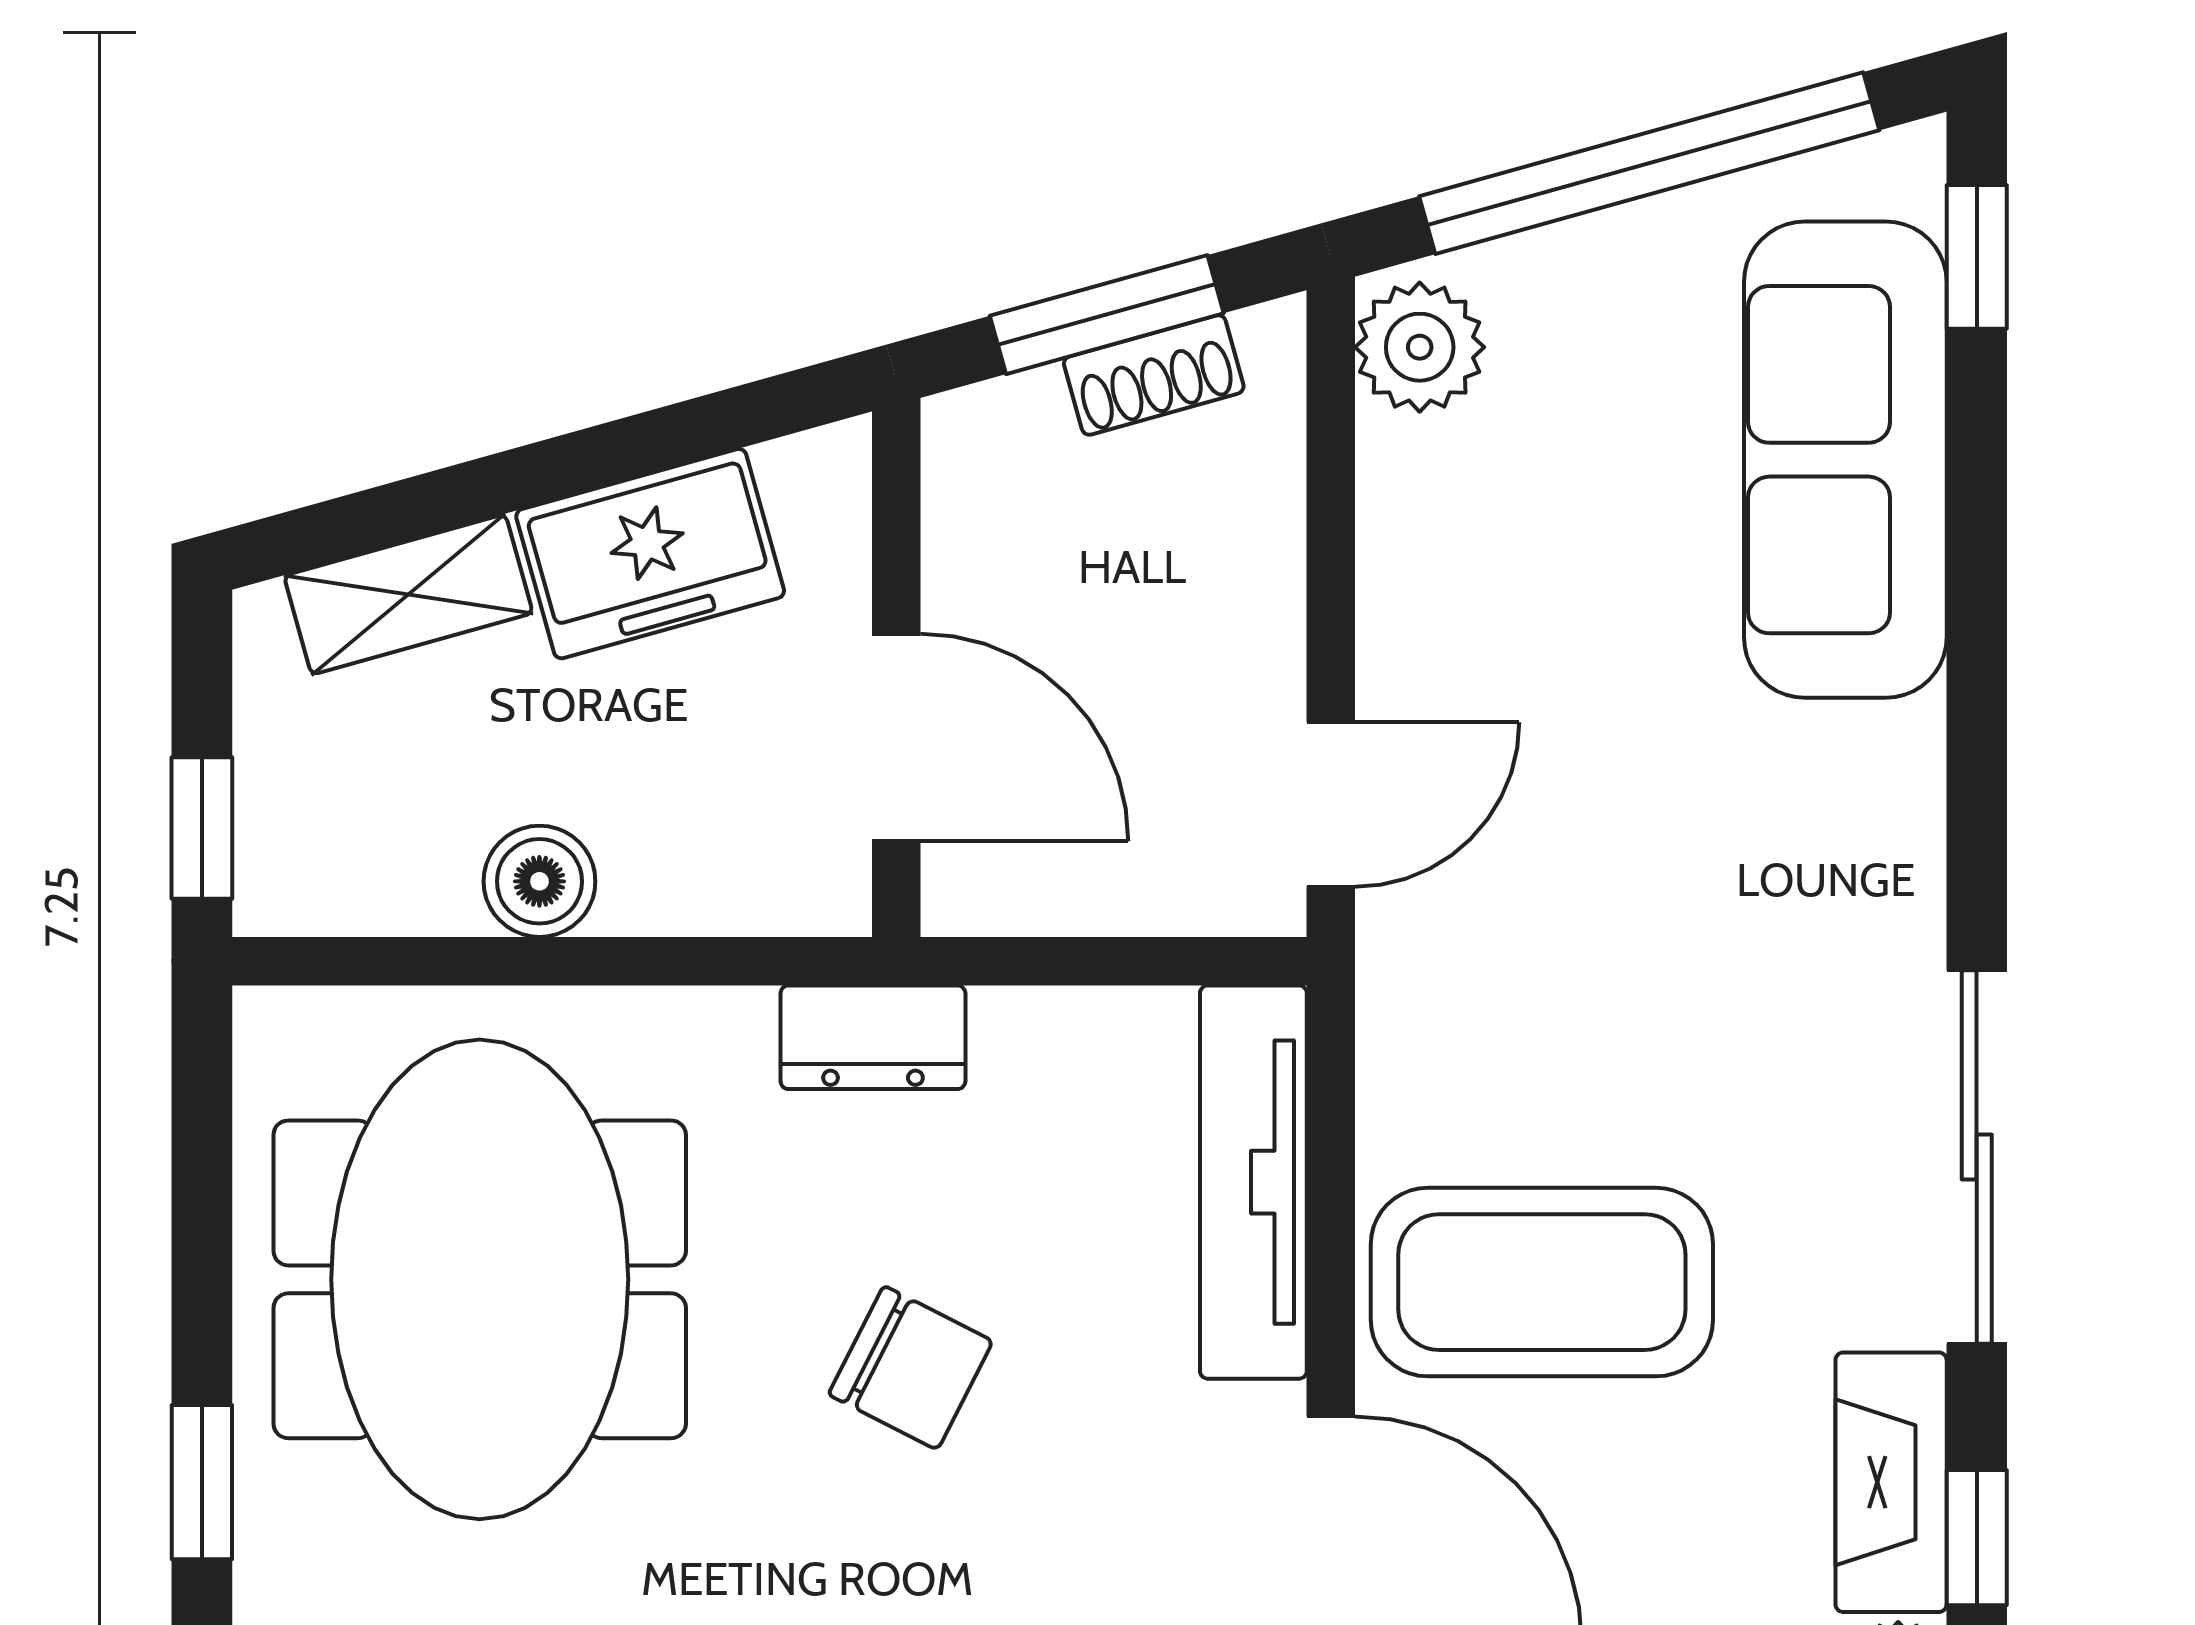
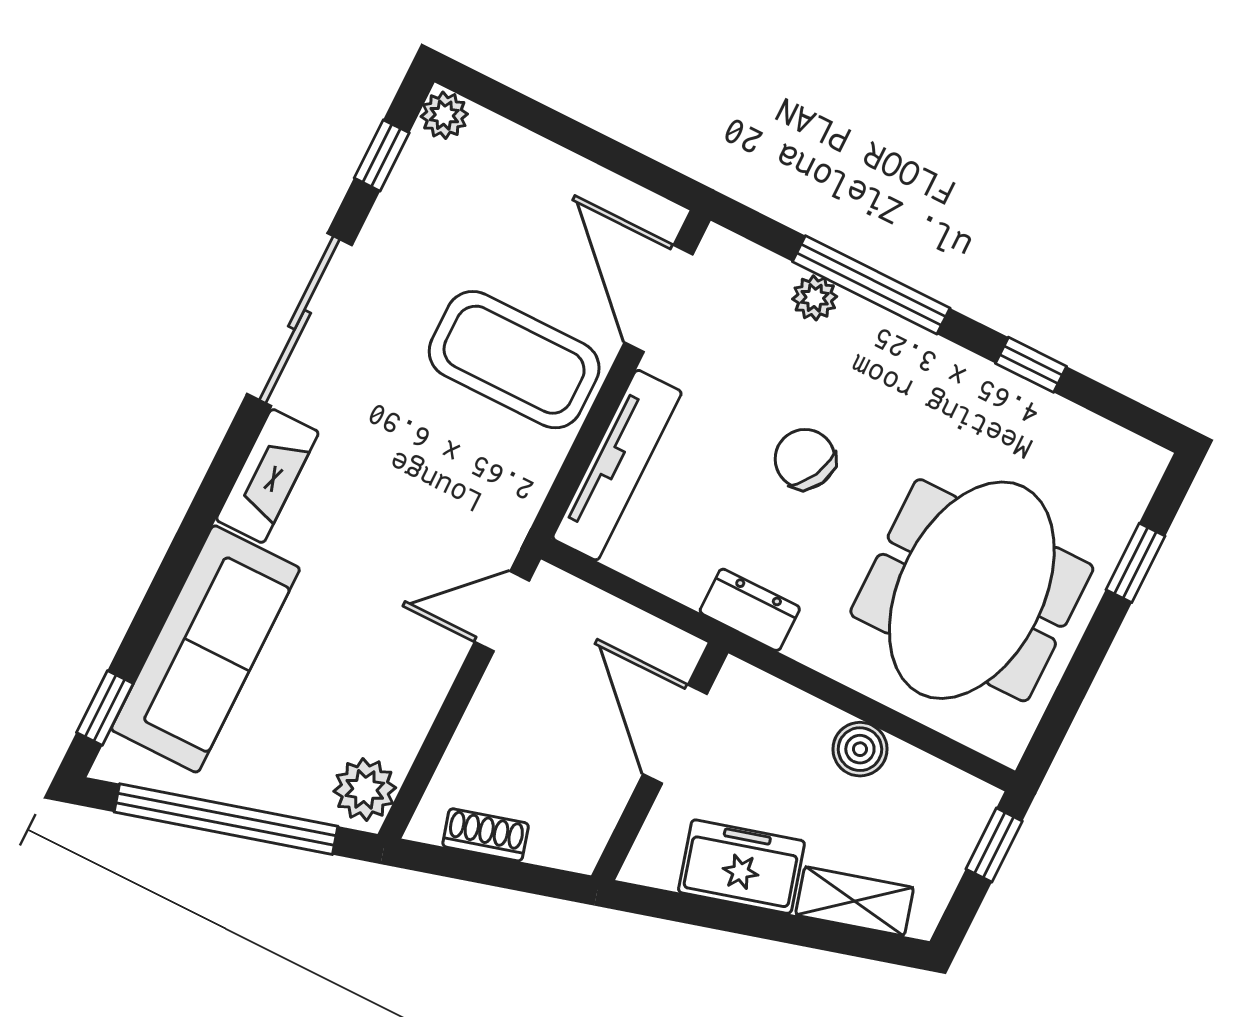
window: (1107, 315) -> (493, 871), removed
fireplace: (1891, 1482) -> (267, 476), moved

